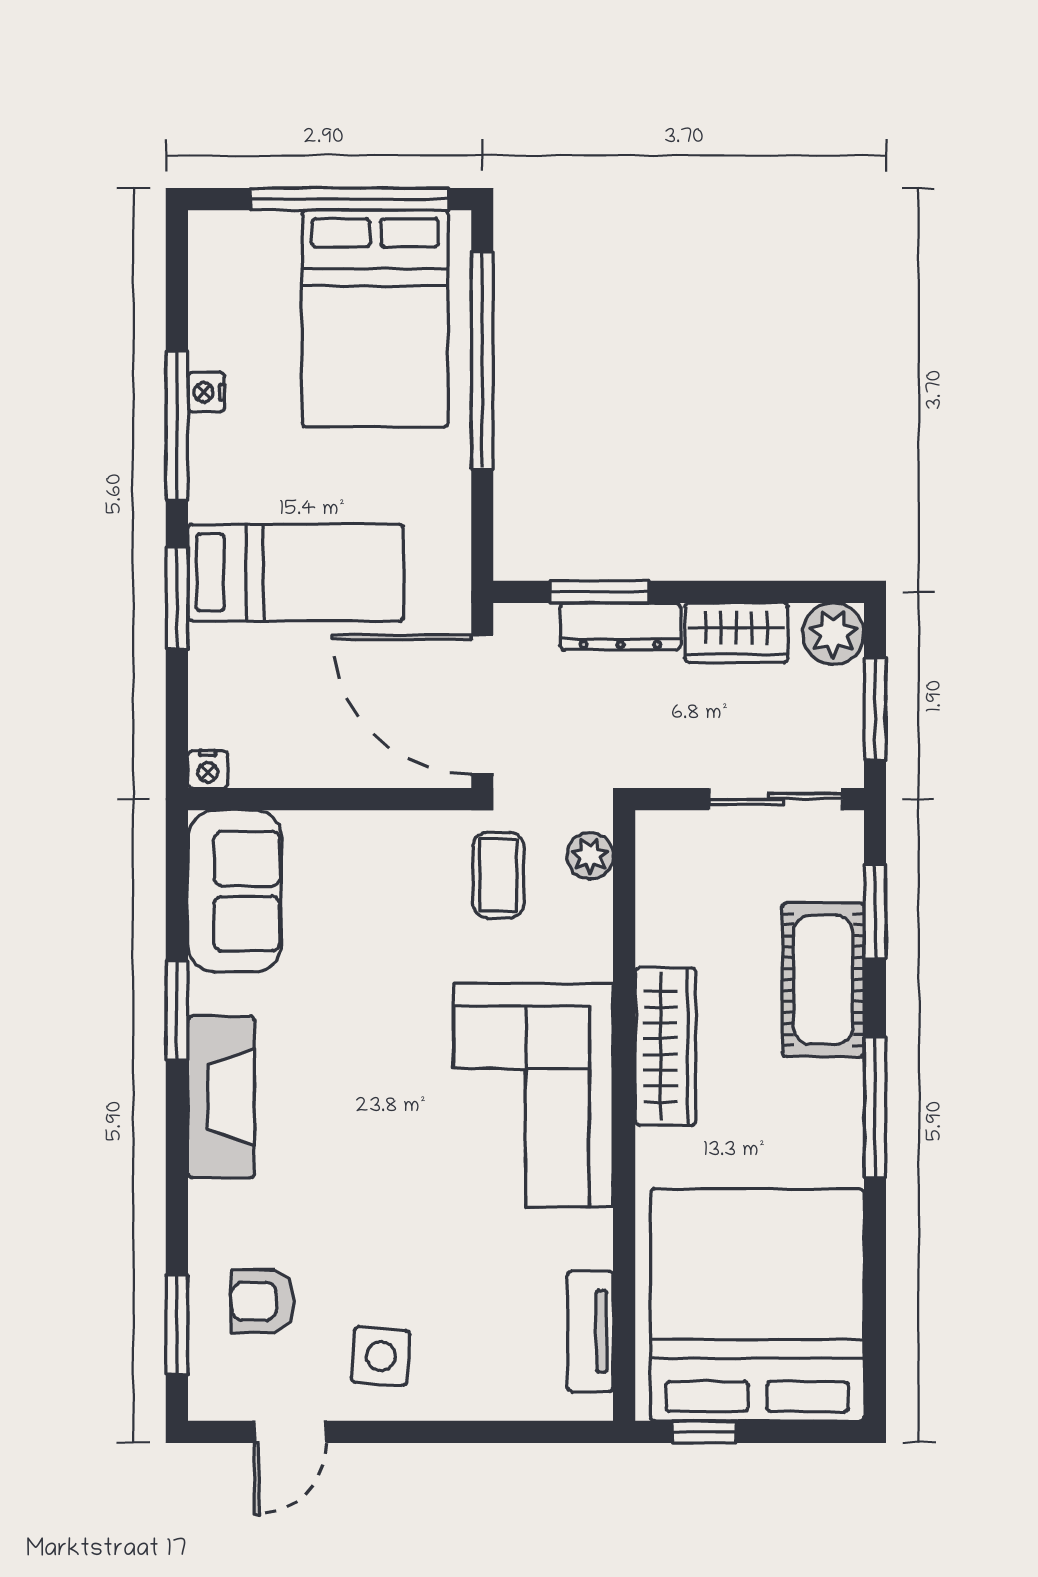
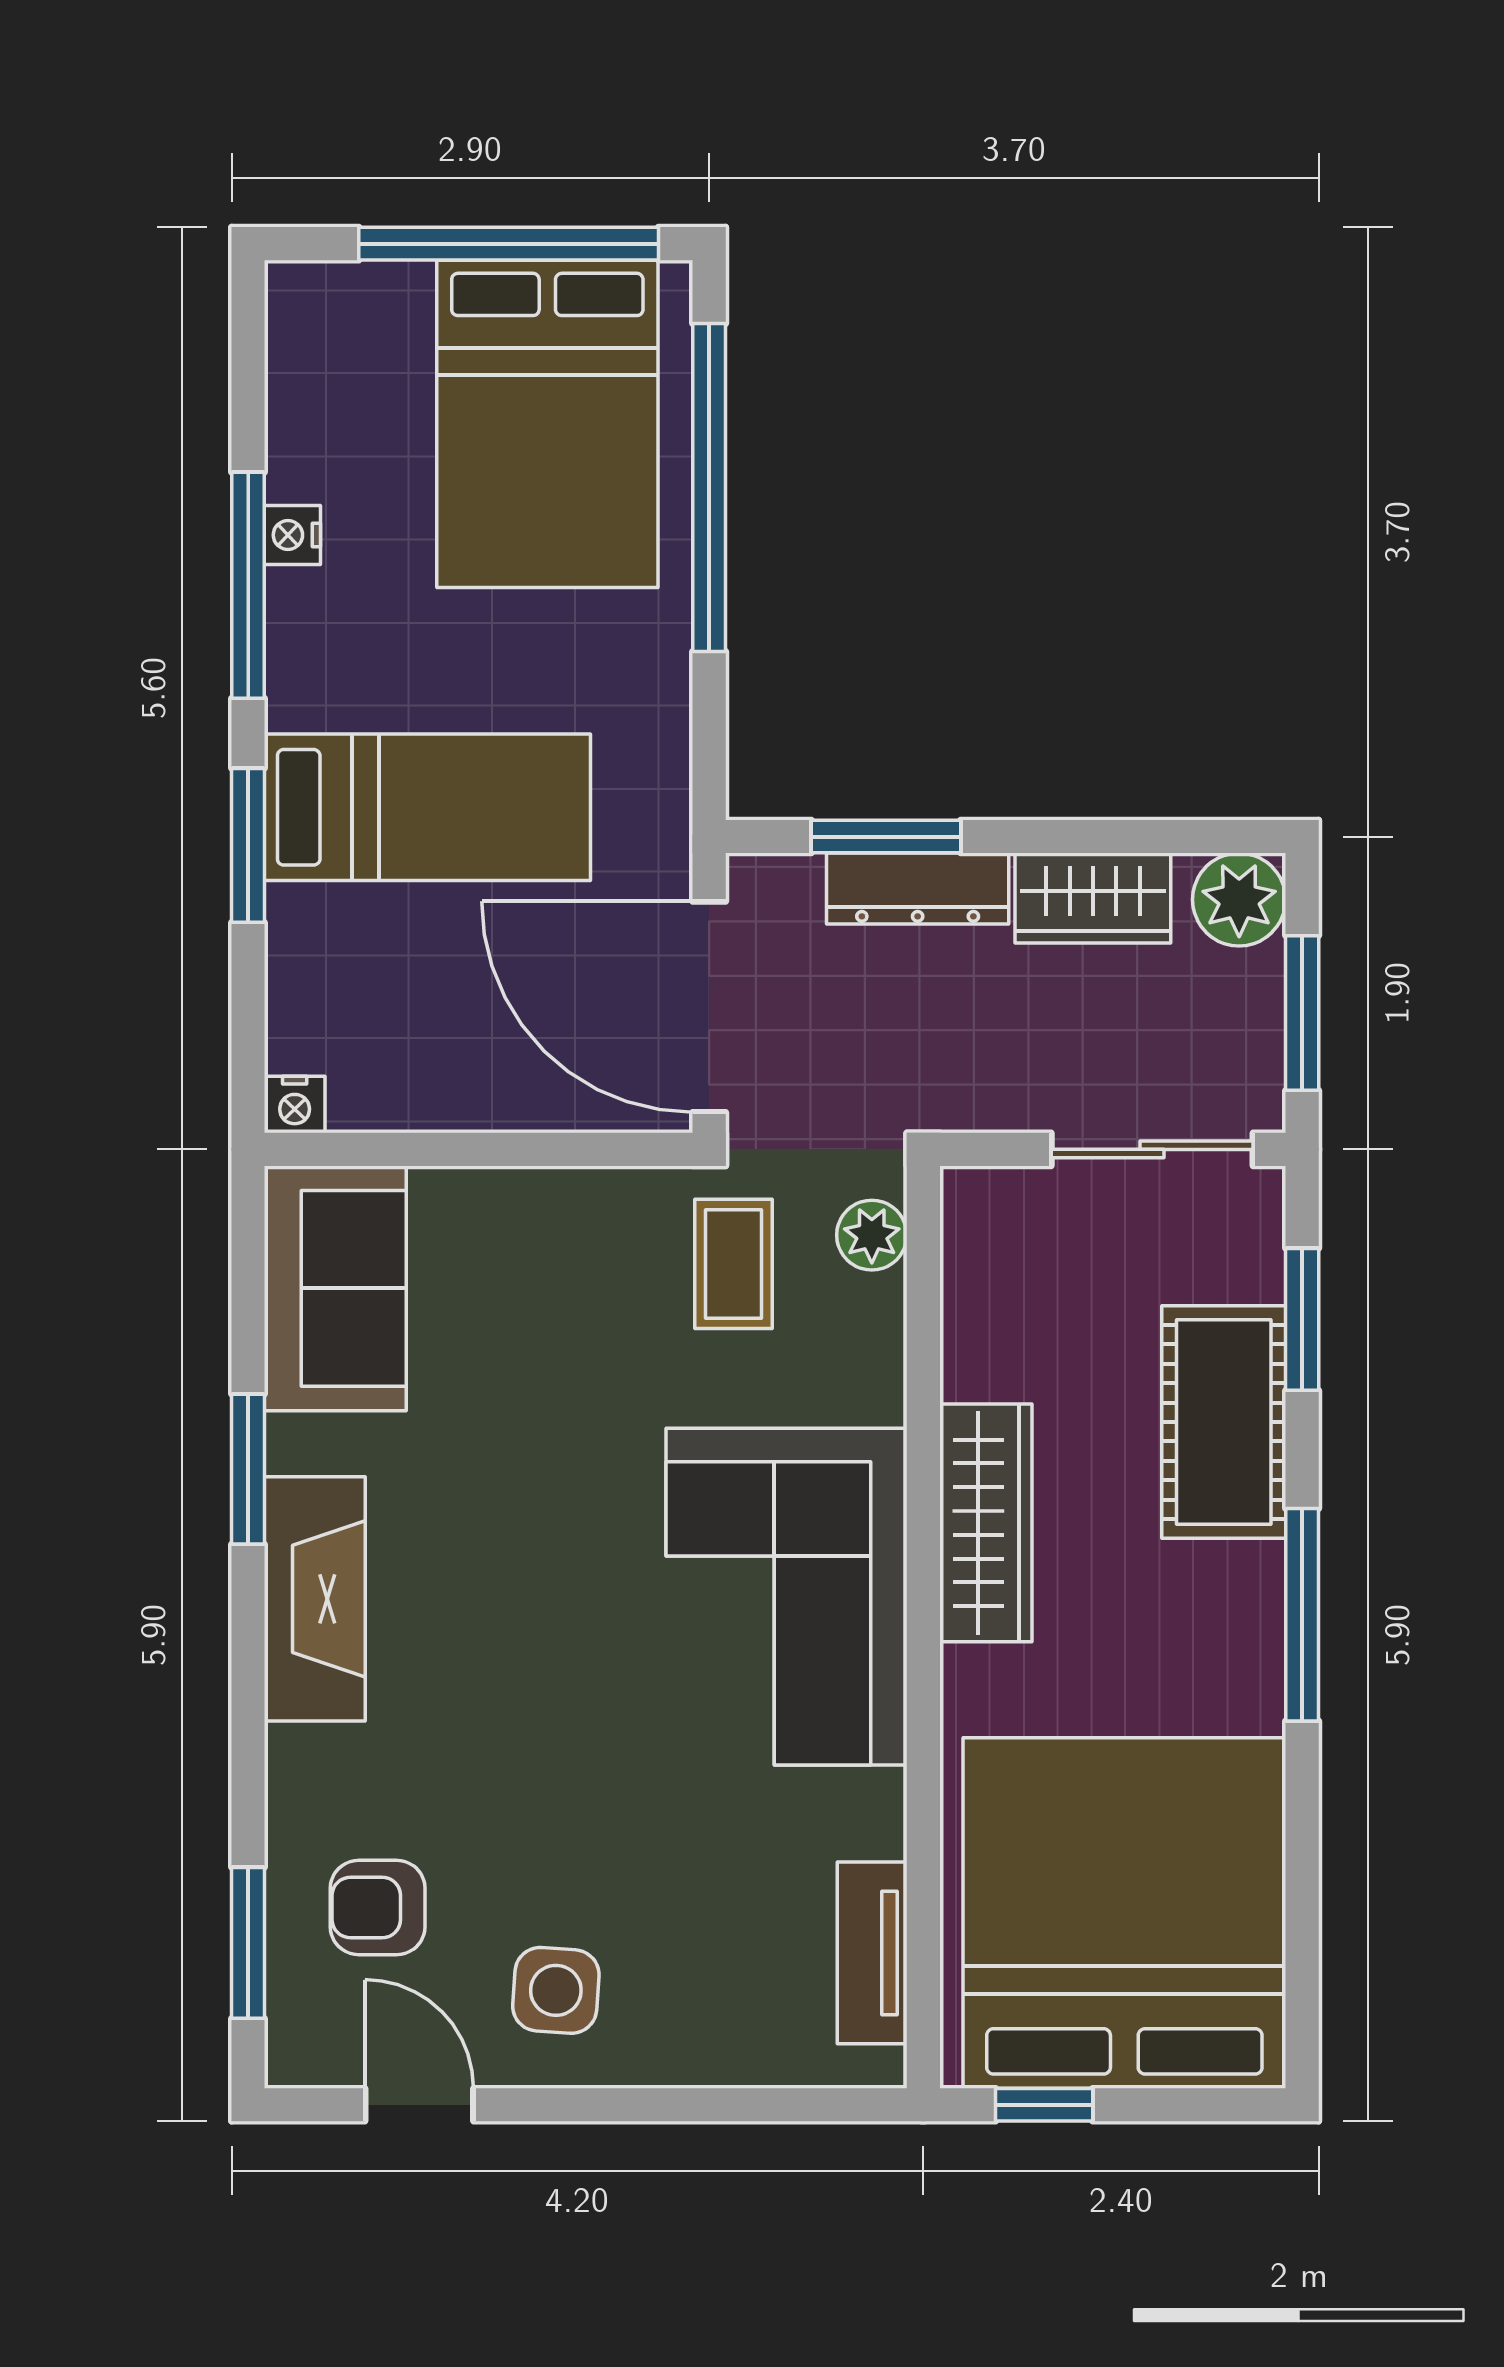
door: (290, 1432) -> (419, 2105), swing flipped

